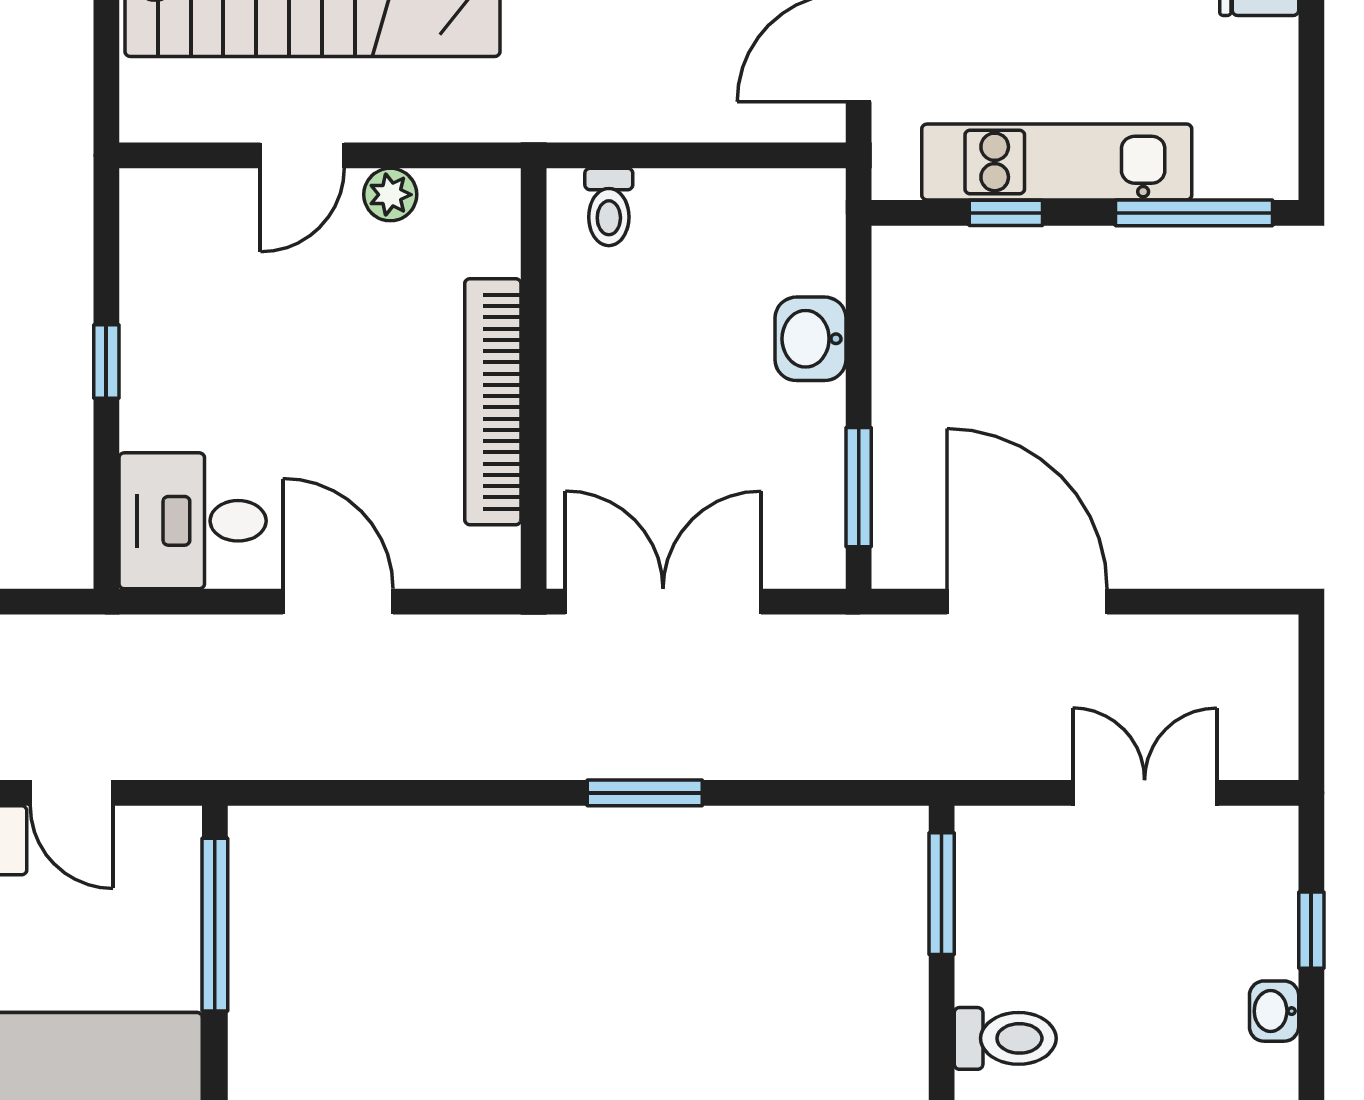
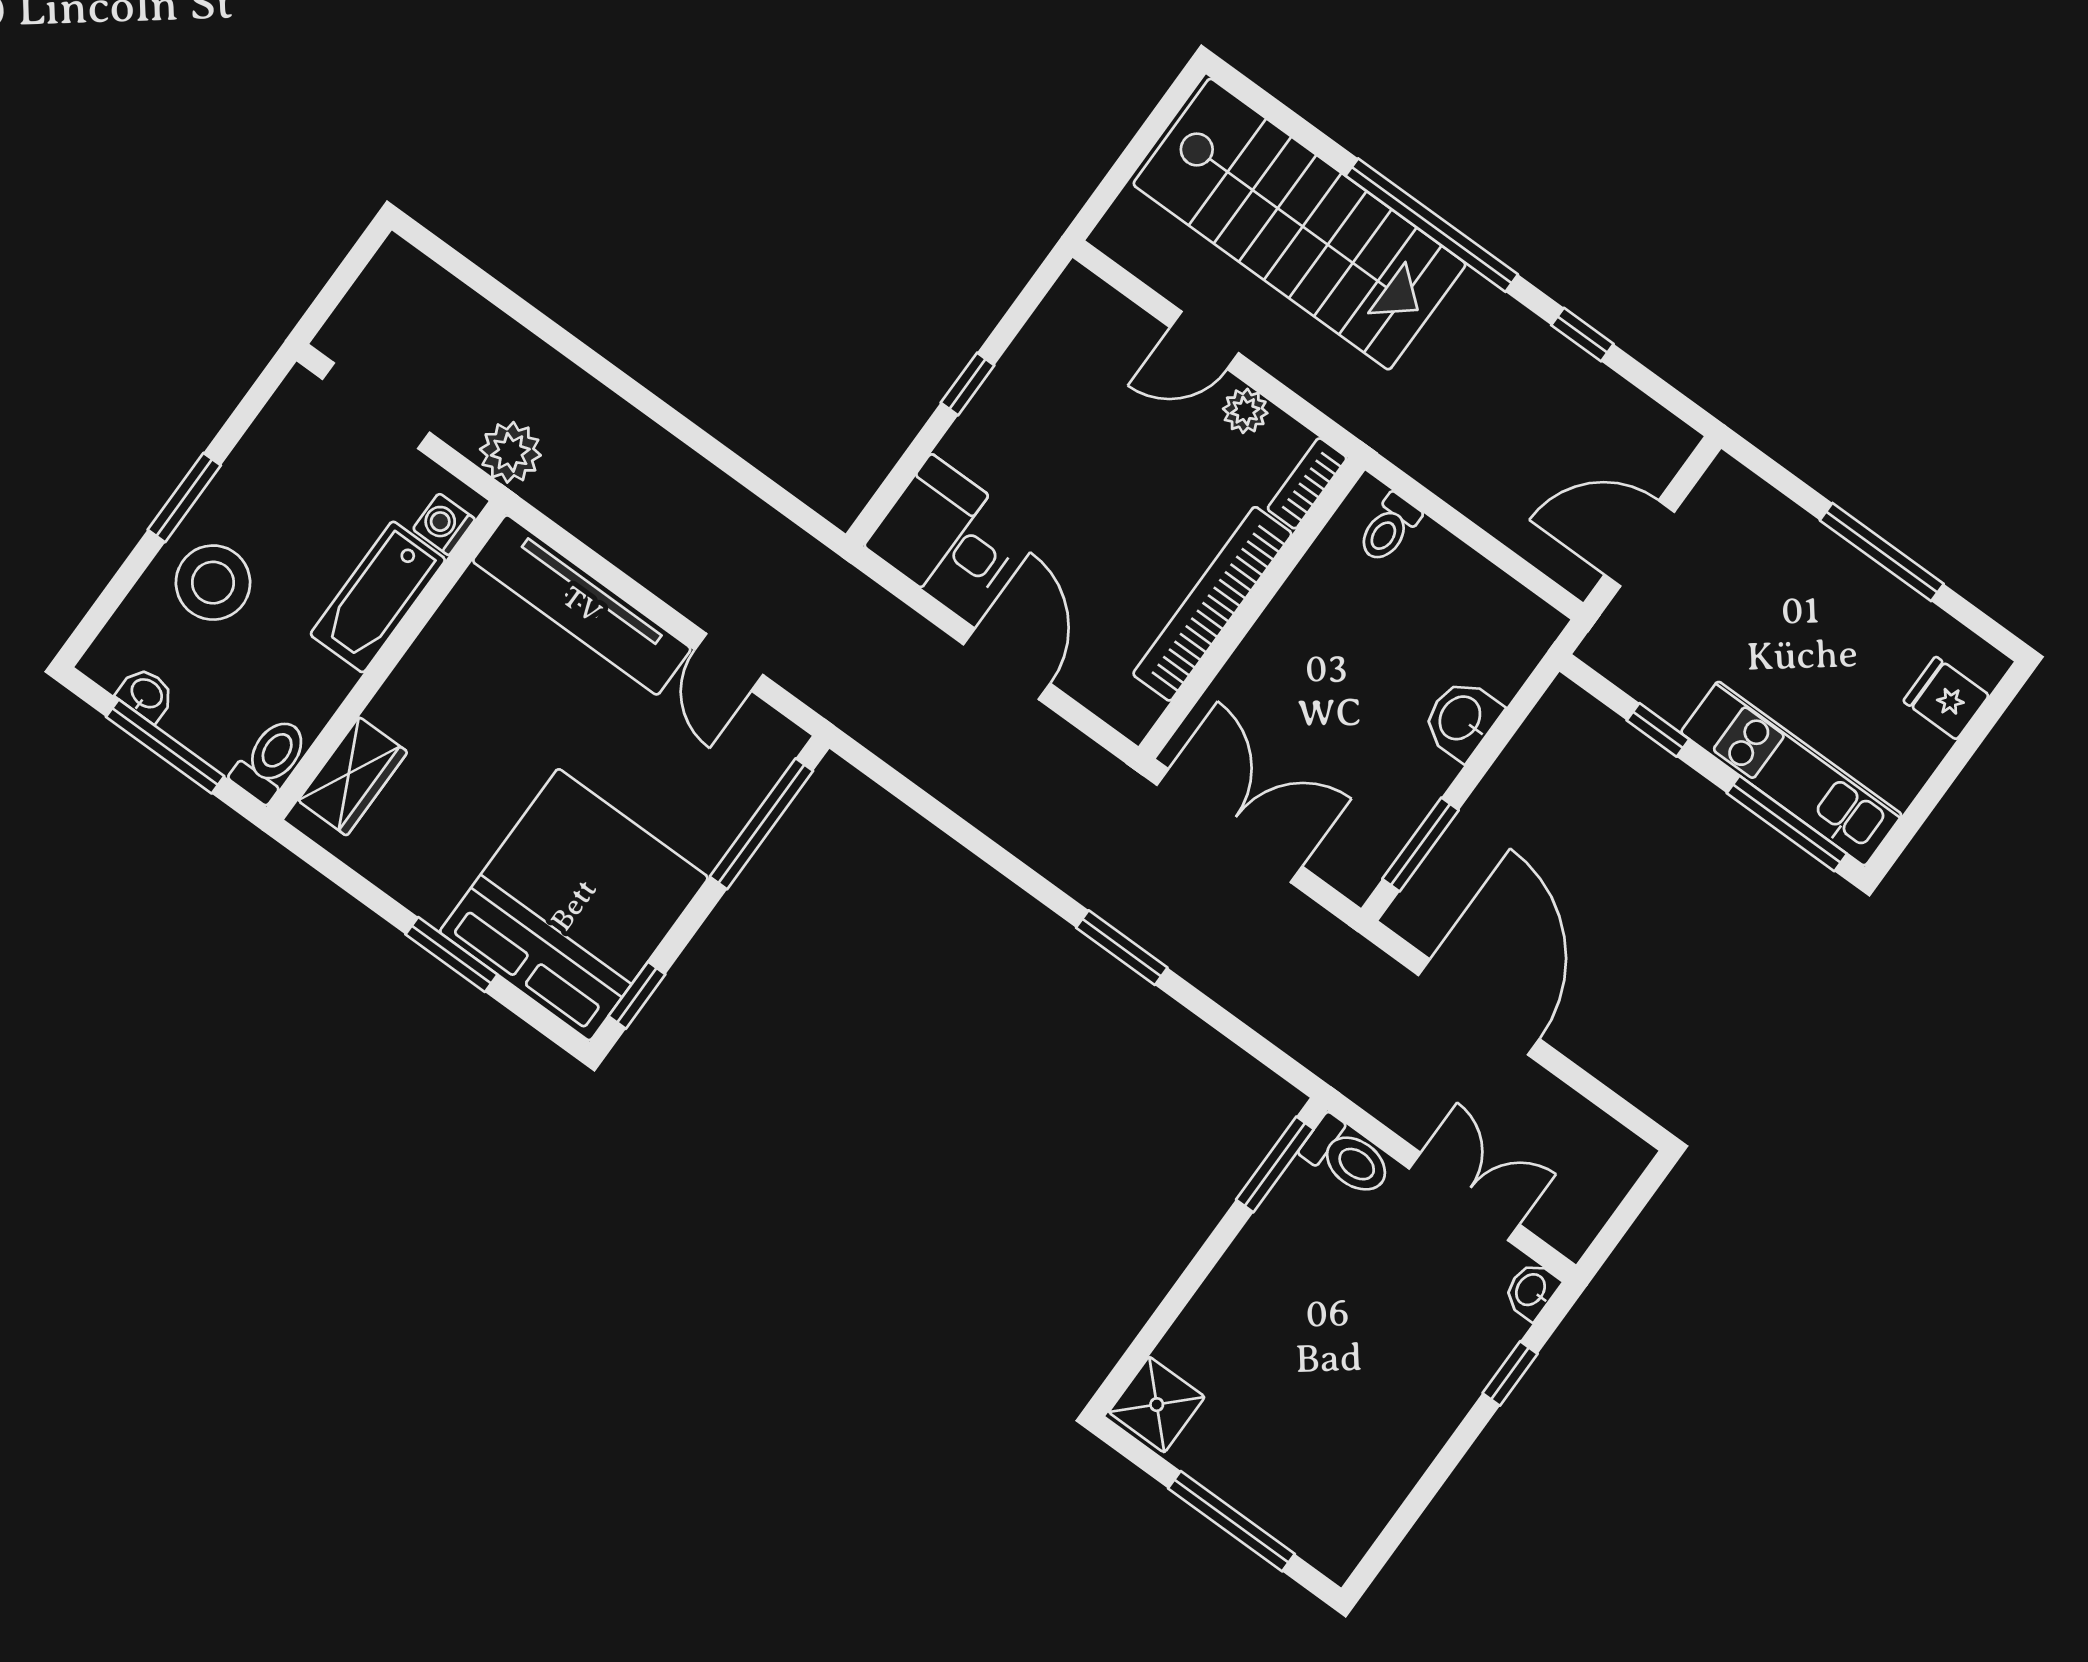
kitchen unit: (1057, 162) -> (1791, 774), moved
bookcase: (500, 221) -> (1307, 483), added
washbasin: (1274, 1011) -> (1531, 1290), moved
toilet: (1005, 1038) -> (1347, 1157), moved

